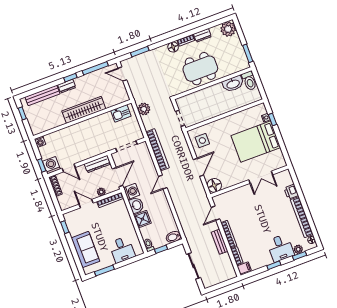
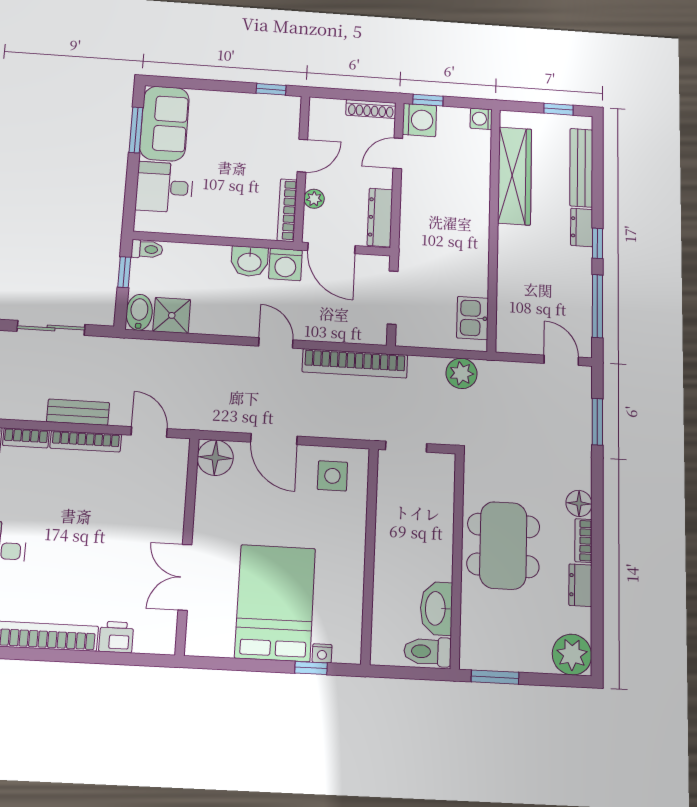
door: (122, 74) -> (561, 360), hinge flipped
wardrobe: (84, 110) -> (515, 176), moved
shower: (142, 219) -> (172, 315), moved
sofa: (85, 250) -> (164, 123), moved, turned -90

